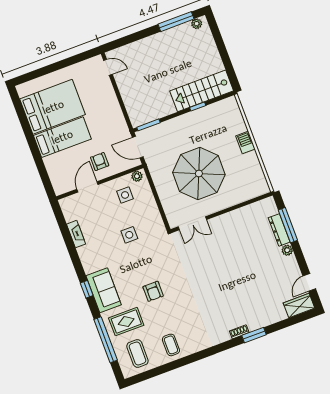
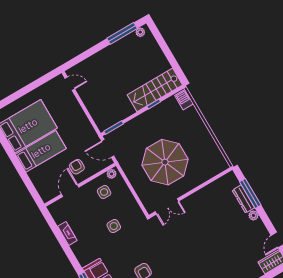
barbecue: (245, 142) -> (184, 100), moved

